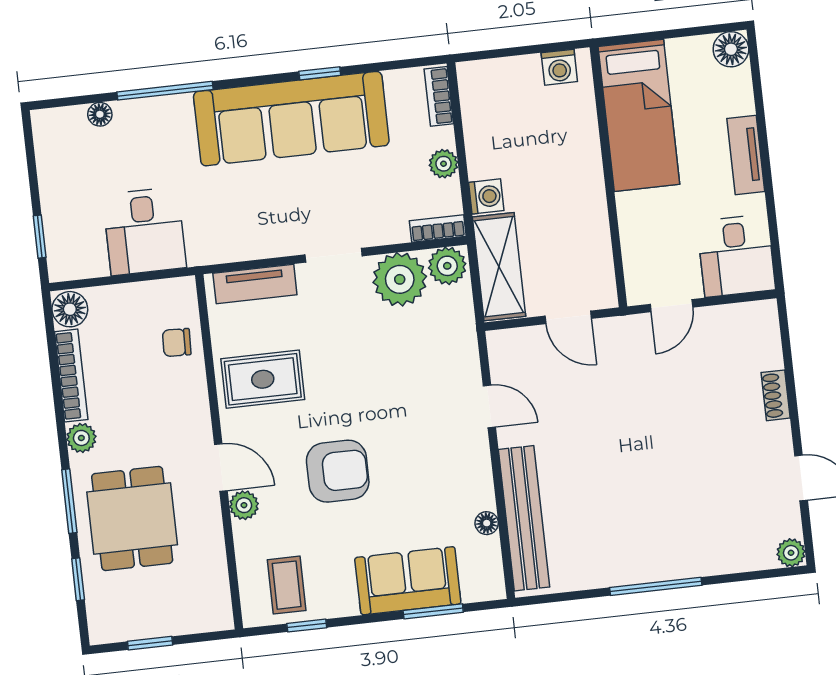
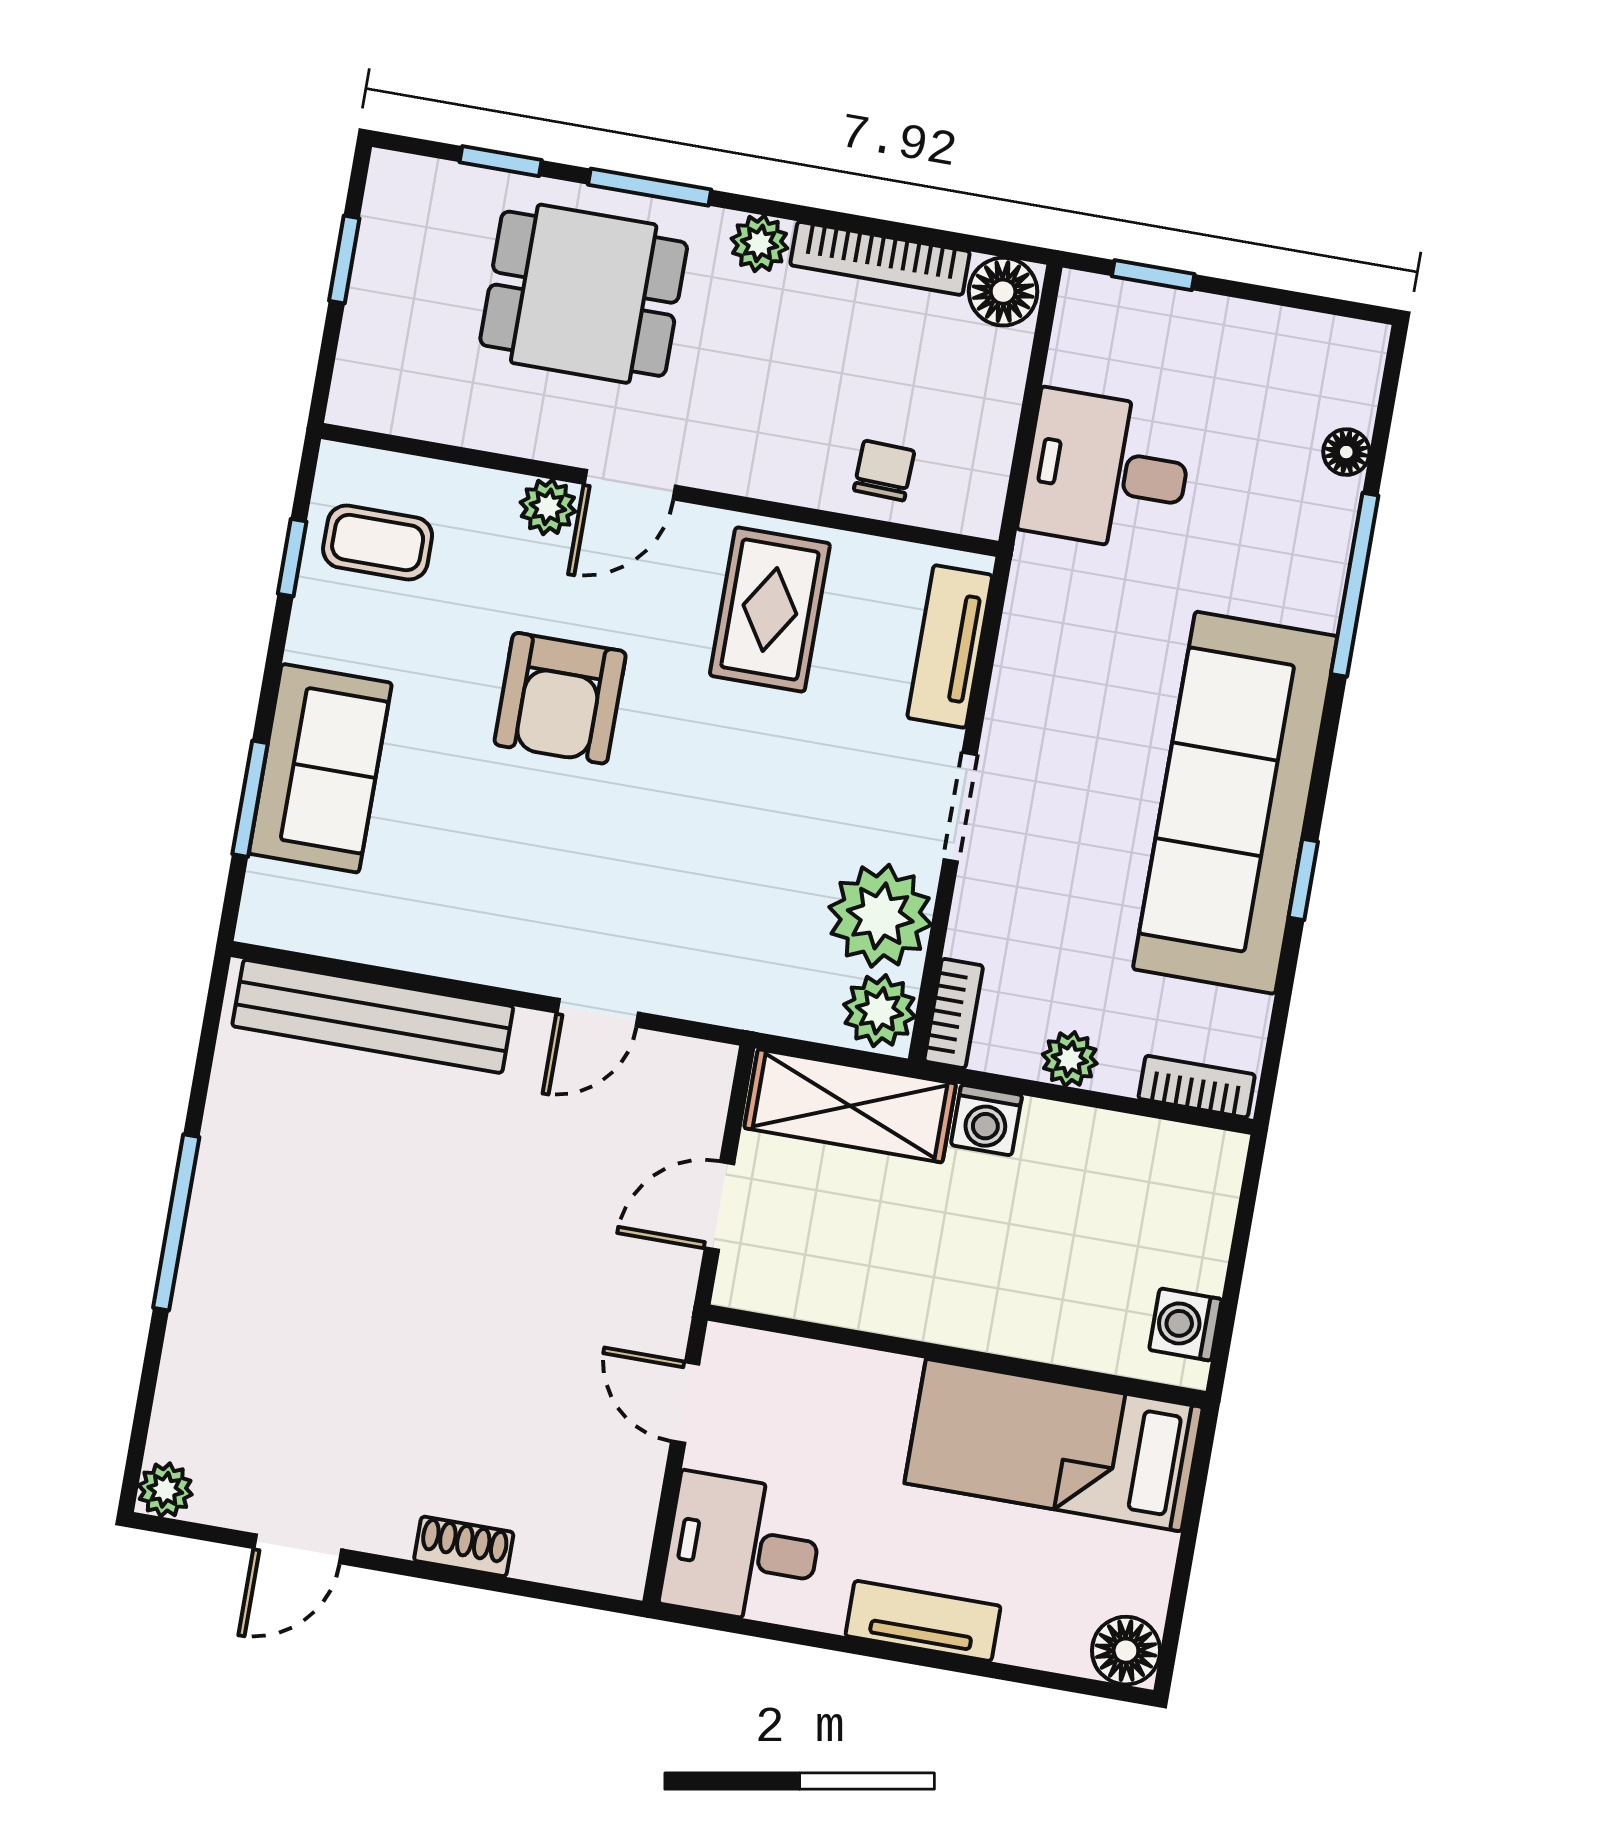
floor lamp: (487, 523) -> (384, 945), removed

